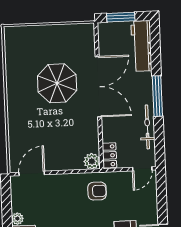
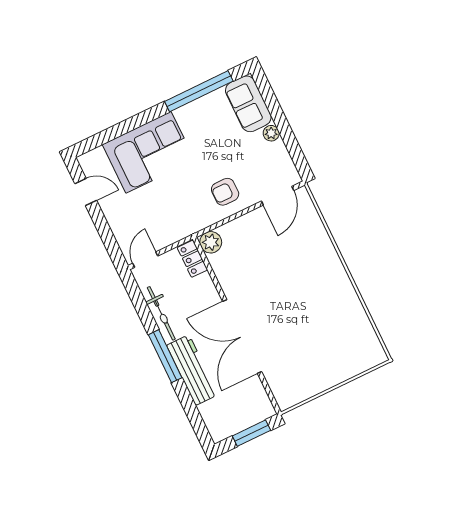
workbench: (141, 46) -> (192, 370), moved
parasol: (57, 83) -> (294, 319), removed
armchair: (97, 191) -> (225, 192), moved

